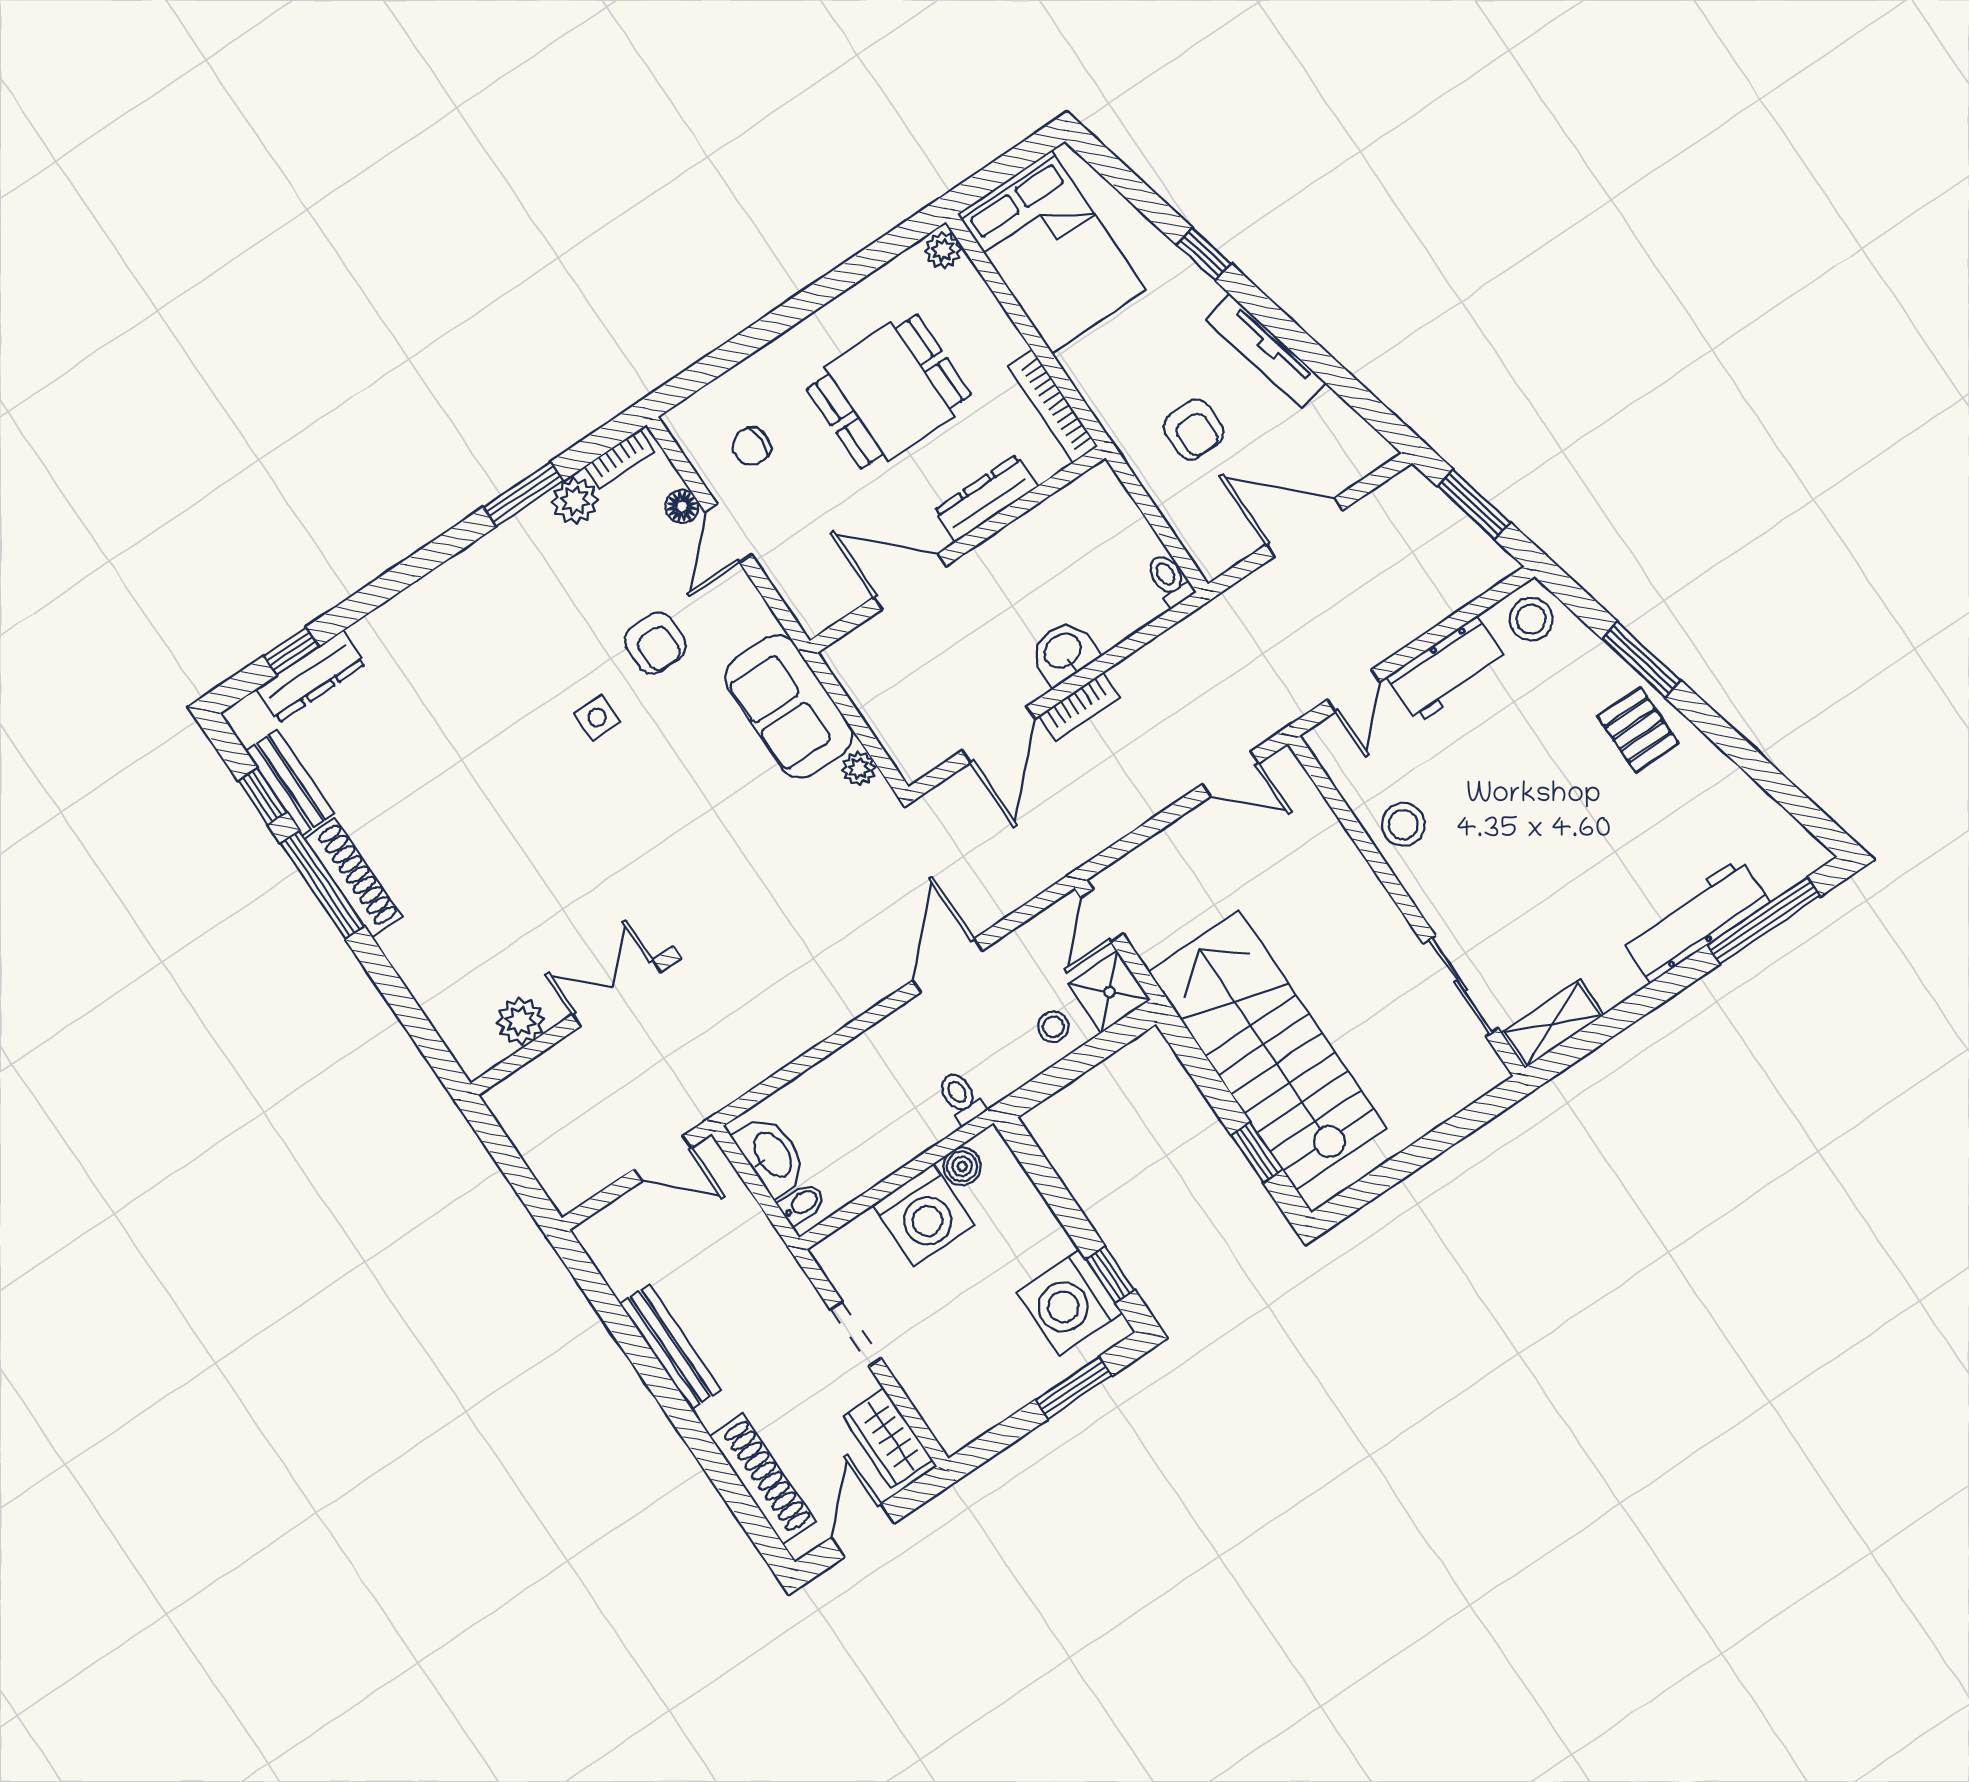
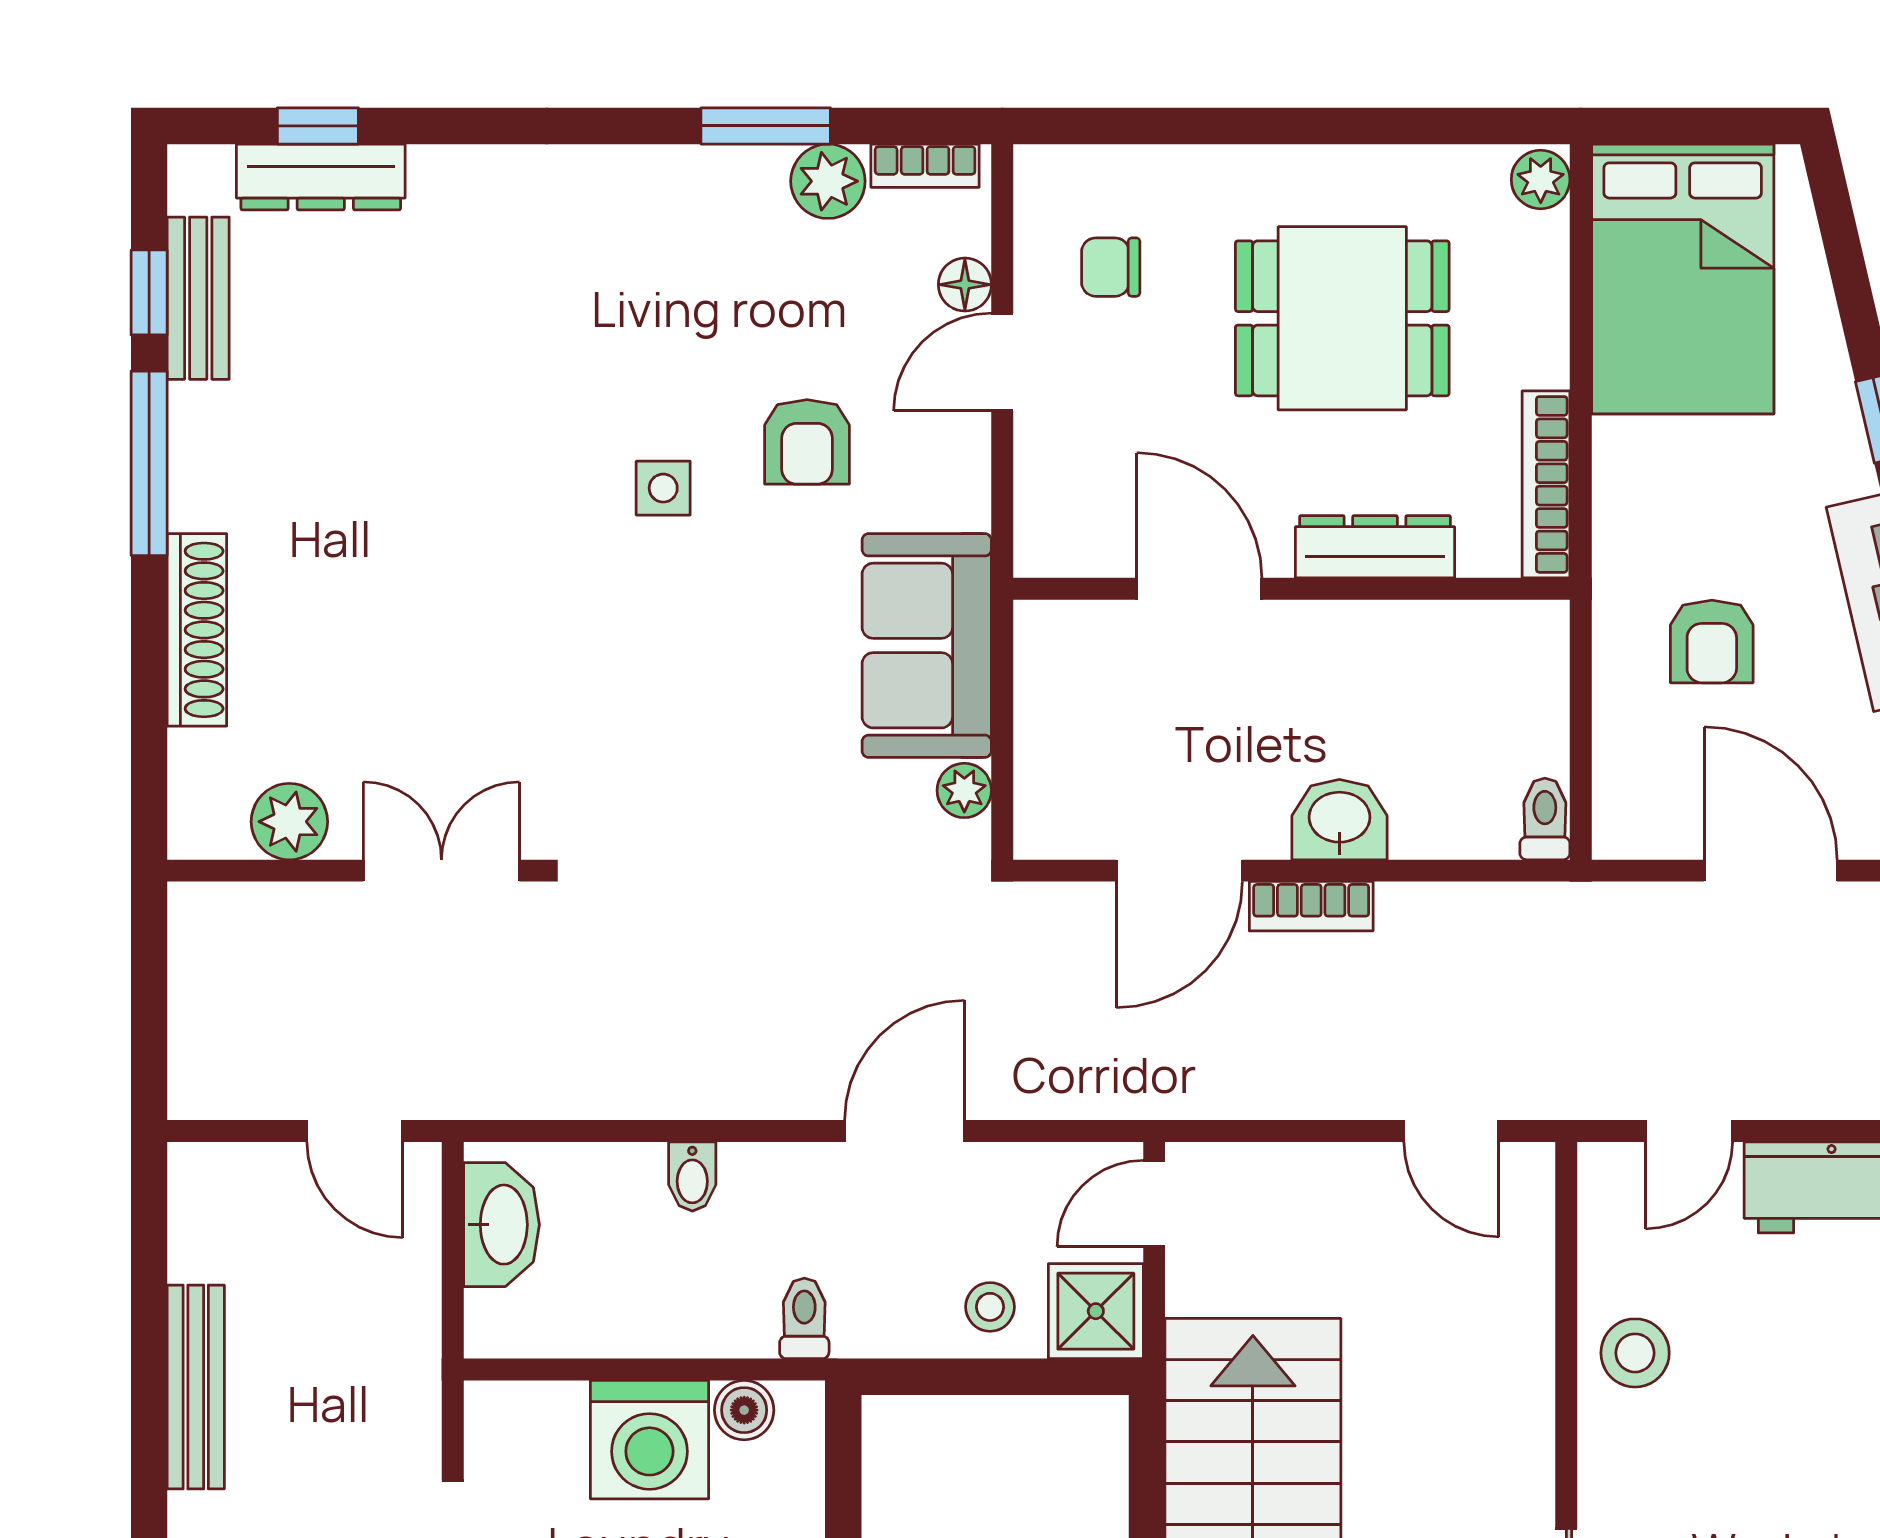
shoe rack: (353, 877) -> (197, 630), moved
bidet: (802, 1204) -> (692, 1177), moved, turned 90

